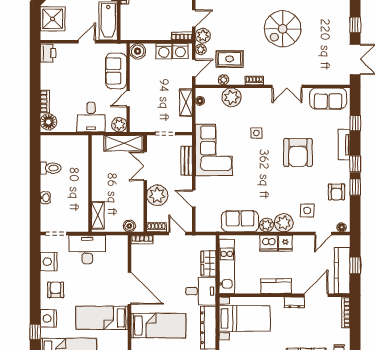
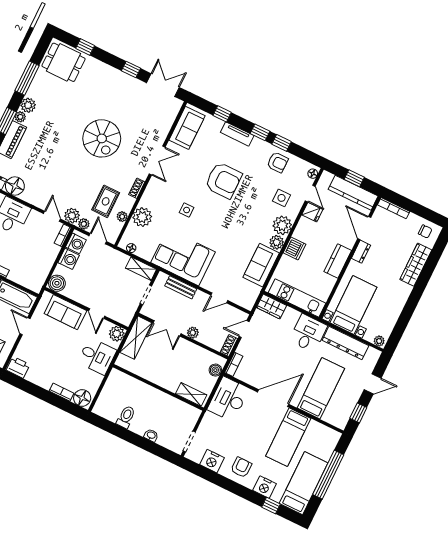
shelving: (186, 103) -> (141, 269), moved
plant: (157, 195) -> (193, 333), width x0.53, depth x0.53
fridge: (285, 243) -> (312, 212), moved
desk: (87, 249) -> (228, 399), moved
wardrobe: (209, 263) -> (272, 306), moved
armchair: (56, 290) -> (241, 467), turned 90

